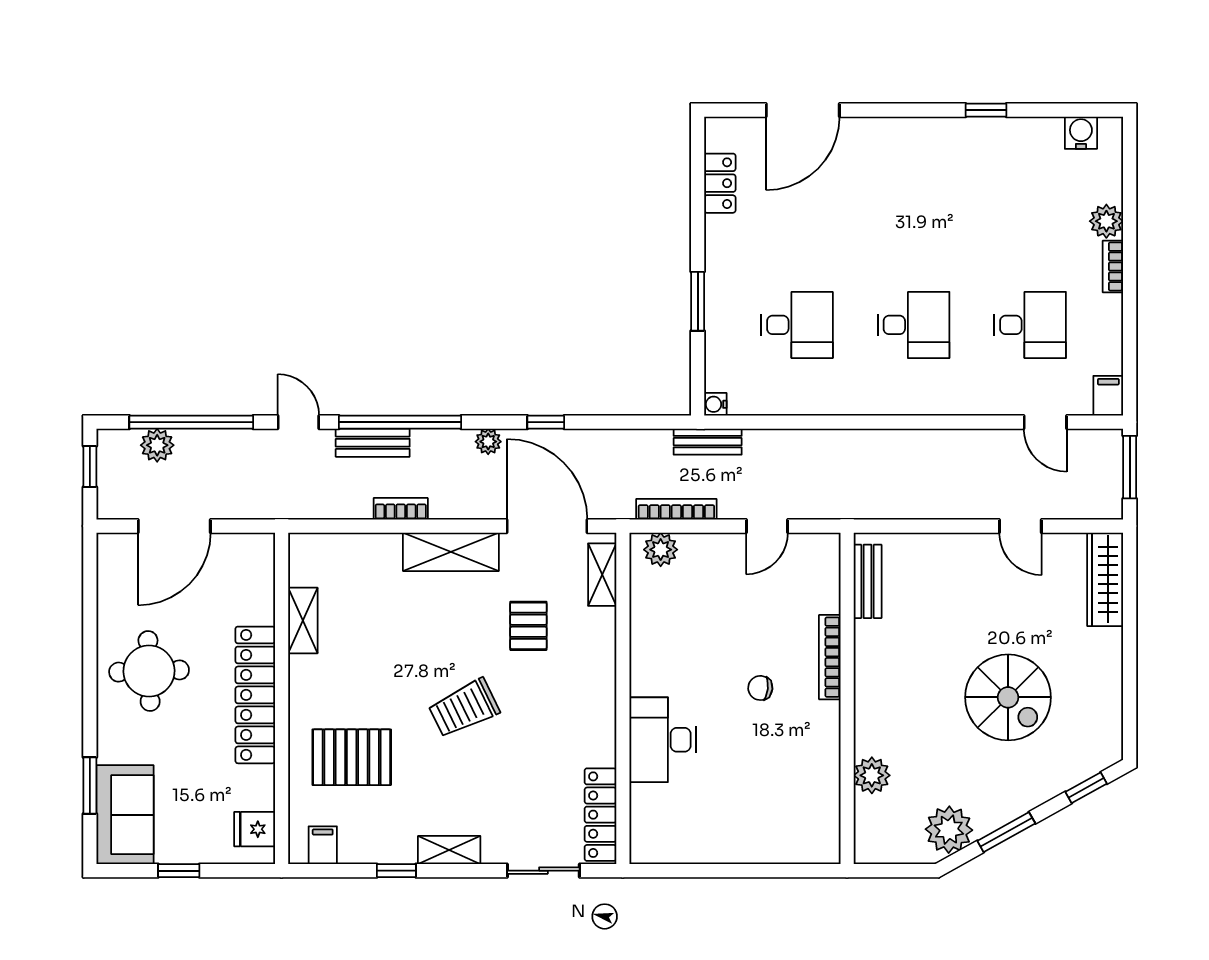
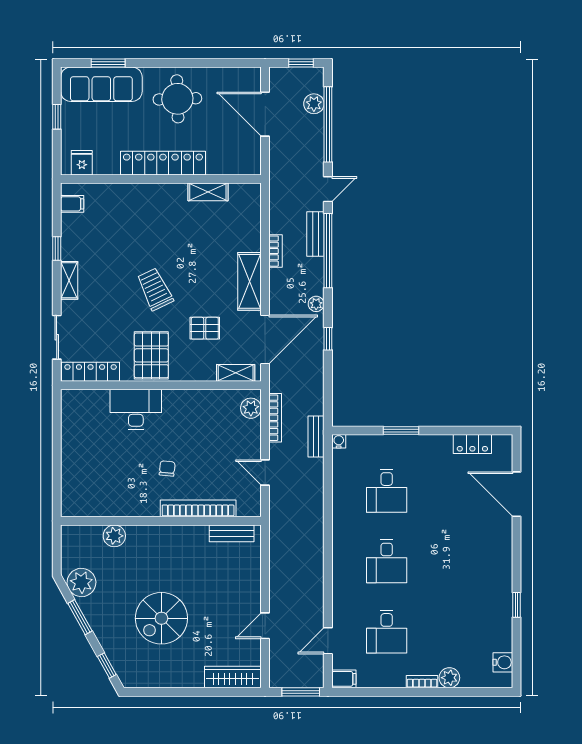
bookcase: (830, 657) -> (198, 508), width x1.48, depth x1.31
pallet: (352, 757) -> (151, 355), moved
sofa: (125, 815) -> (101, 84), width x1.36

